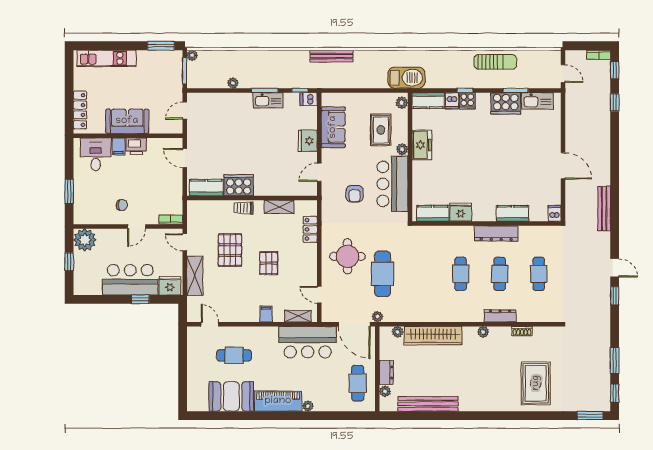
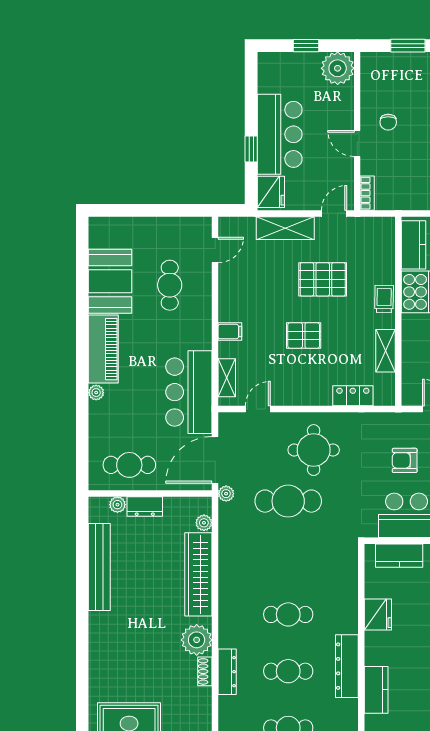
kitchen counter: (433, 213) -> (399, 556), moved, turned 90
shoe rack: (522, 331) -> (205, 671), moved
plant: (483, 332) -> (197, 640), width x1.88, depth x1.88

